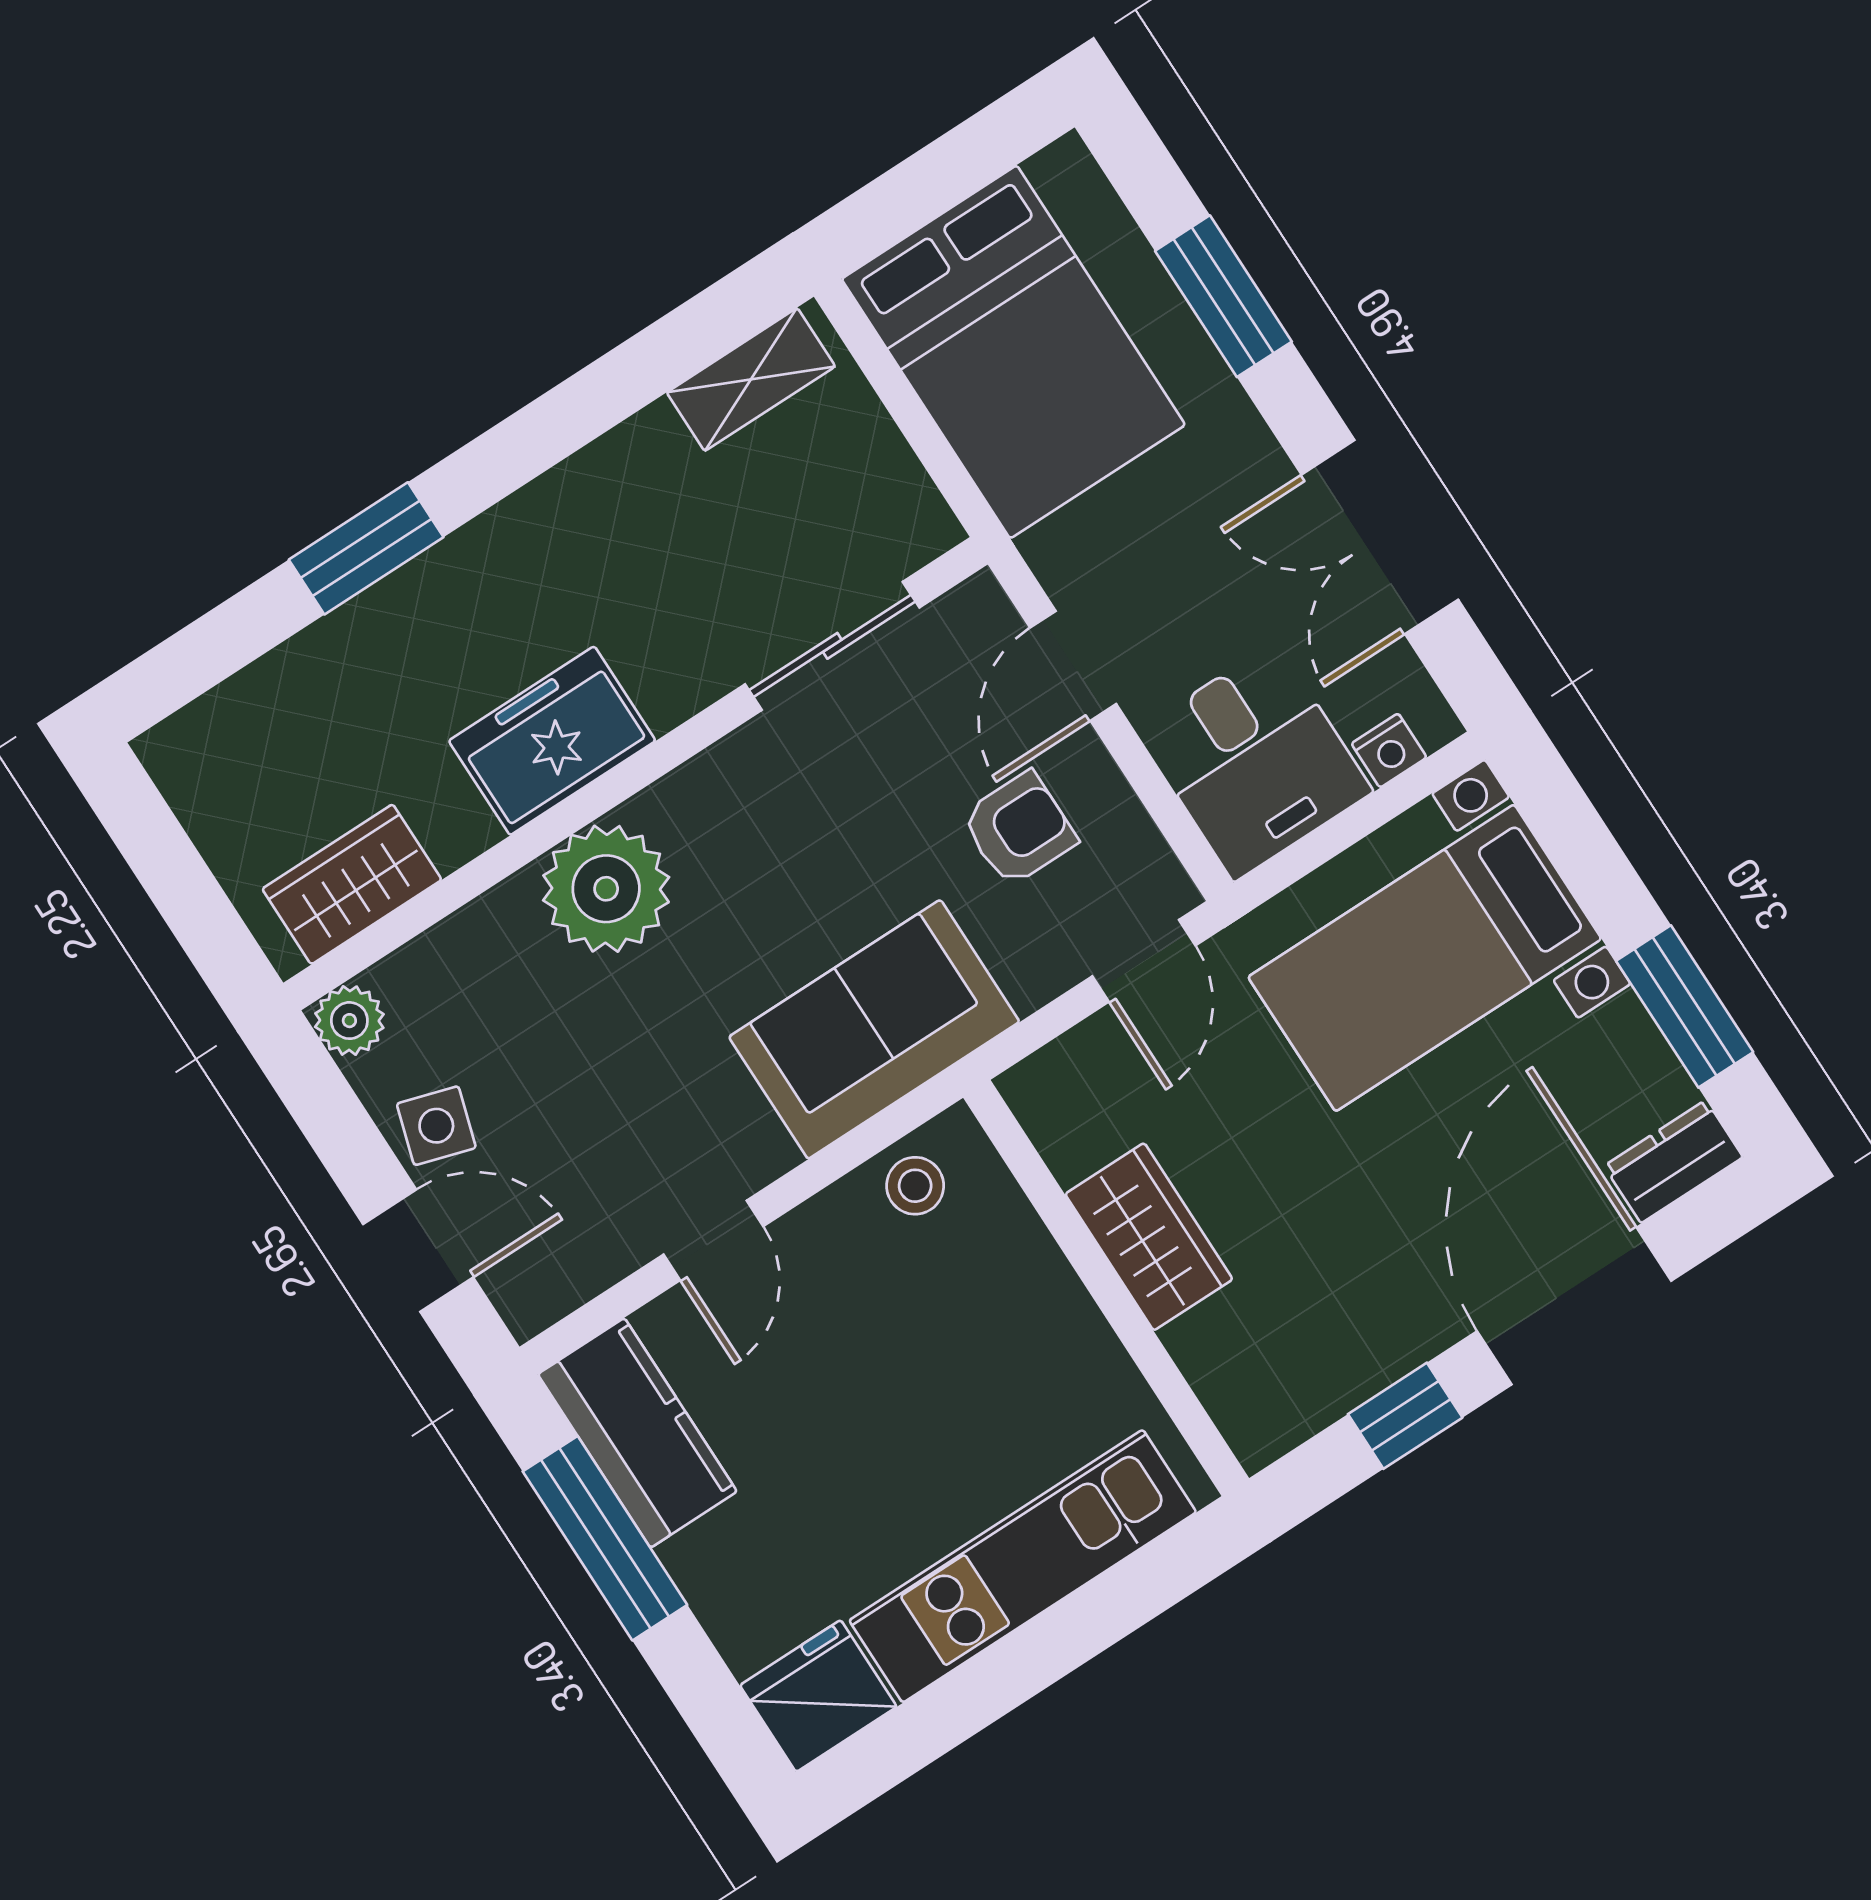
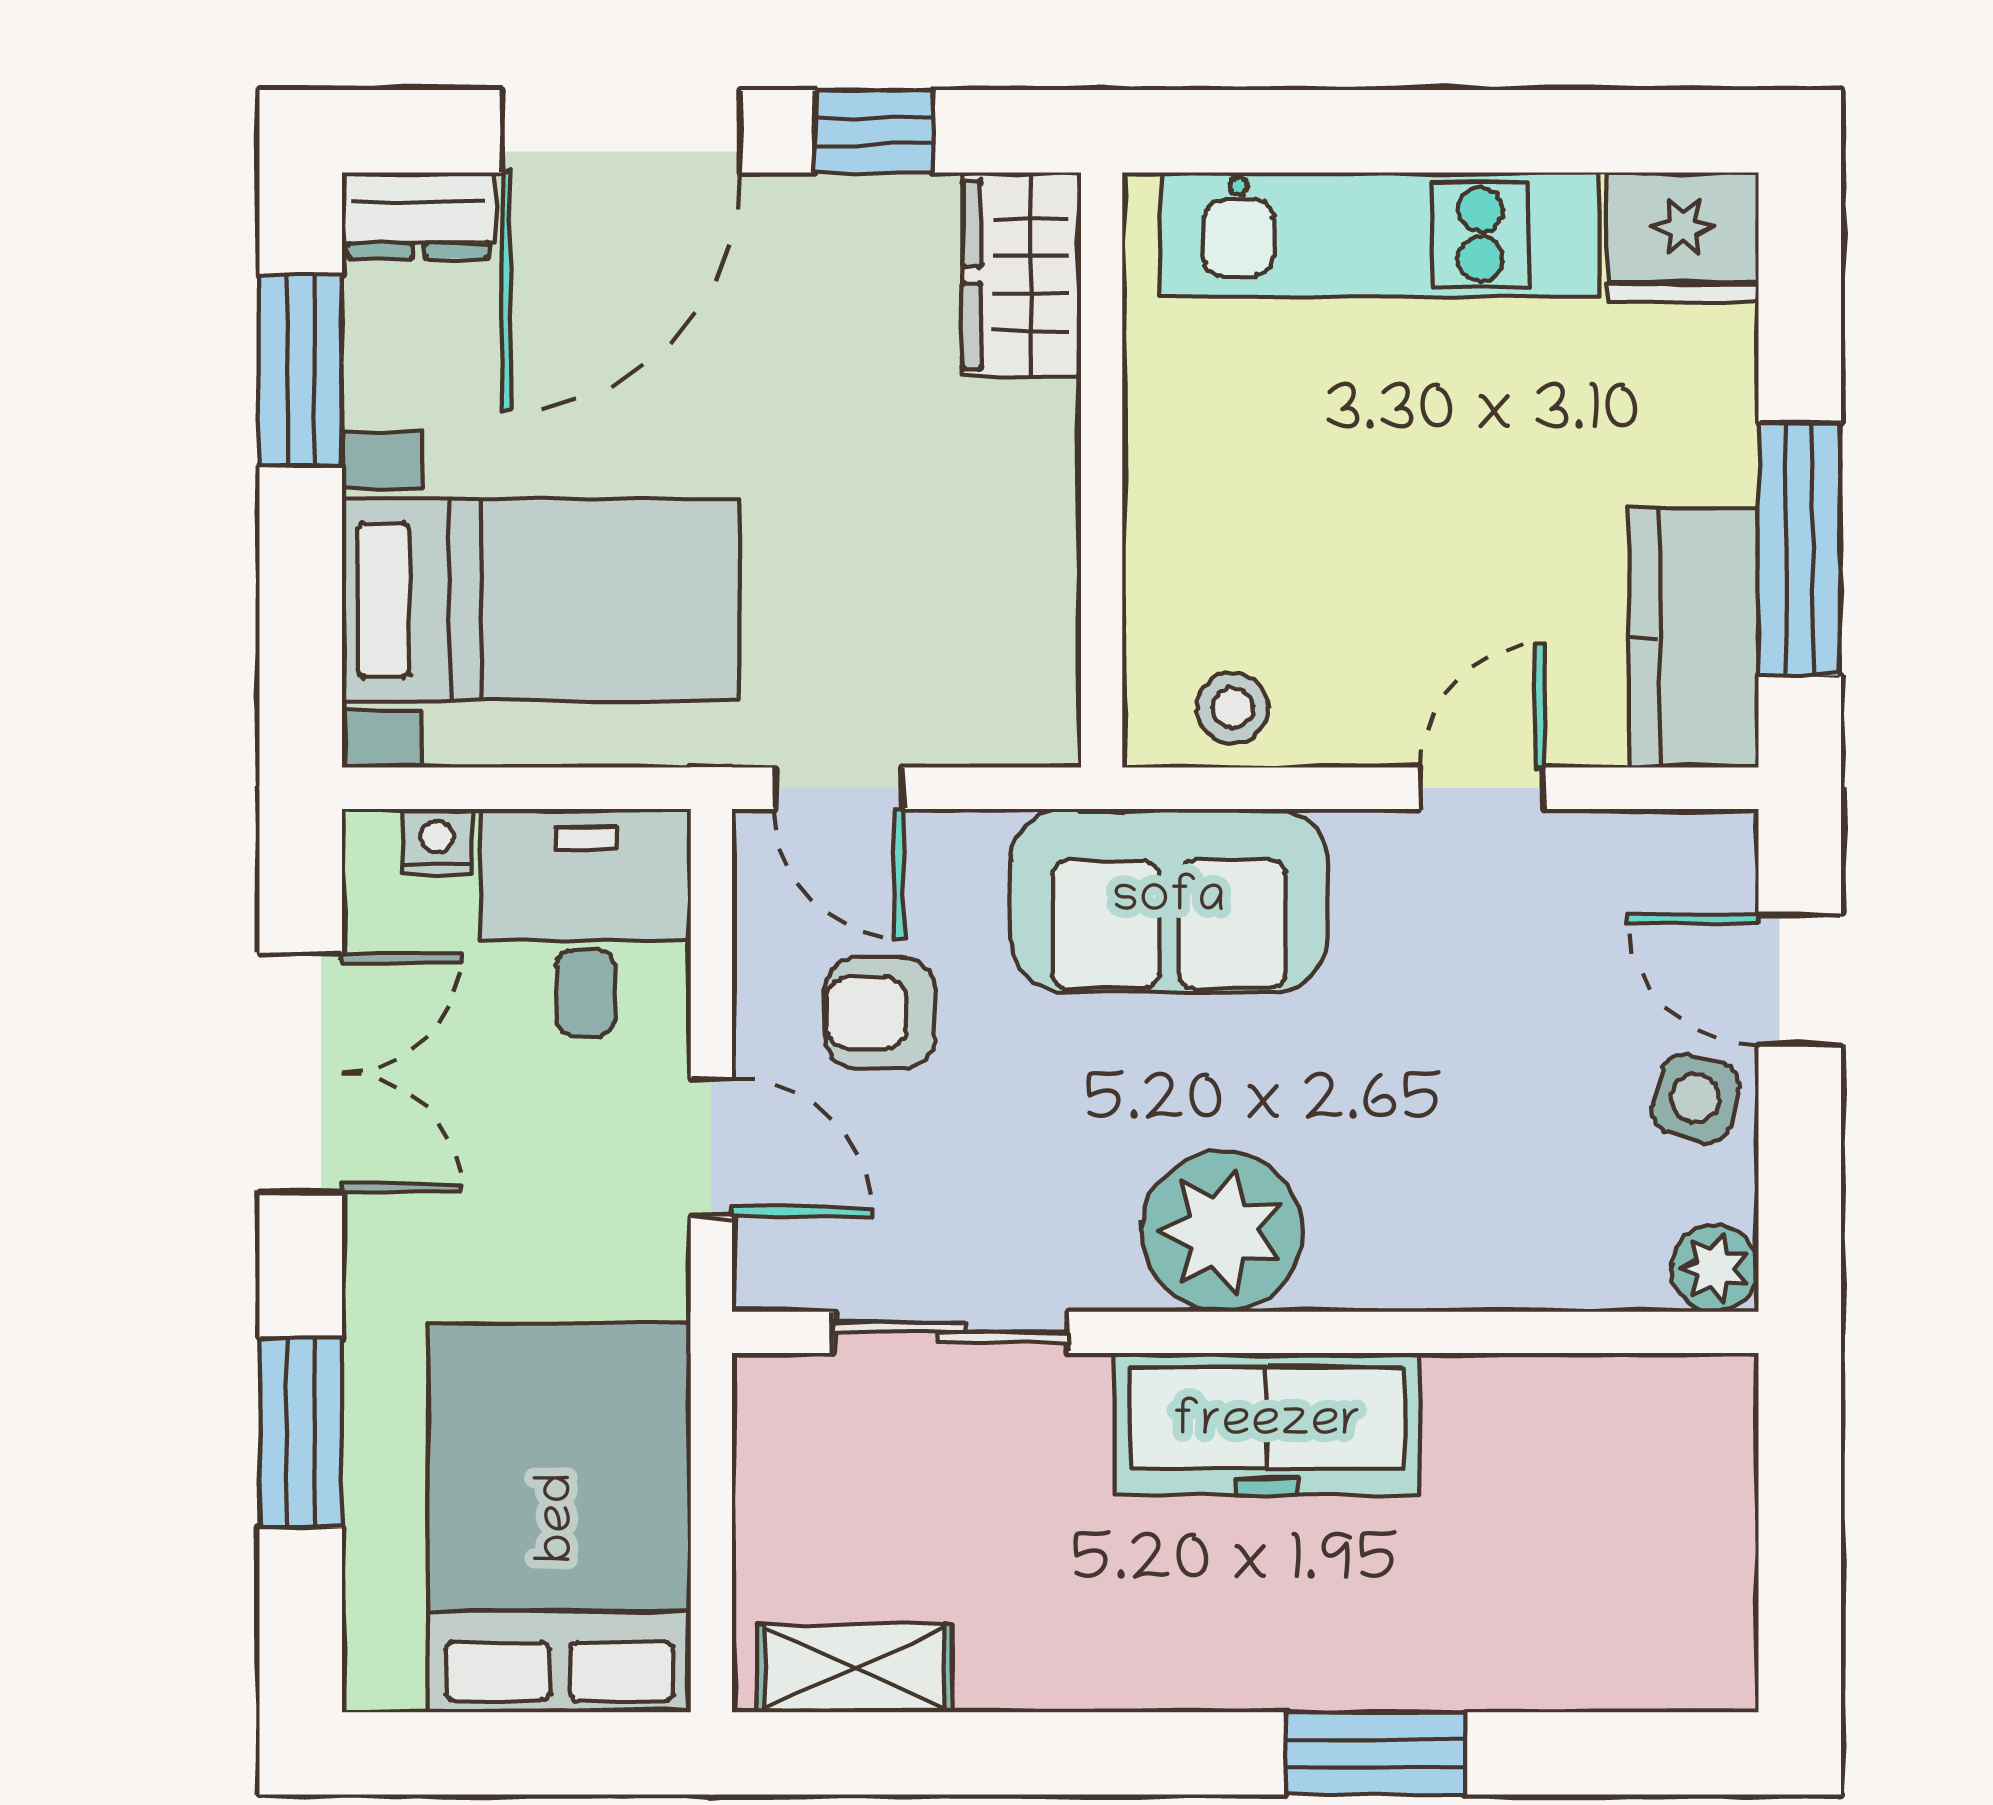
door: (1073, 666) -> (711, 1147), hinge flipped
freezer: (552, 741) -> (1267, 1424), width x1.40
wardrobe: (352, 884) -> (1619, 1410), removed
plant: (606, 889) -> (1222, 1231), moved
door: (1144, 961) -> (838, 788), swing flipped
wardrobe: (1149, 1237) -> (1022, 275), moved

